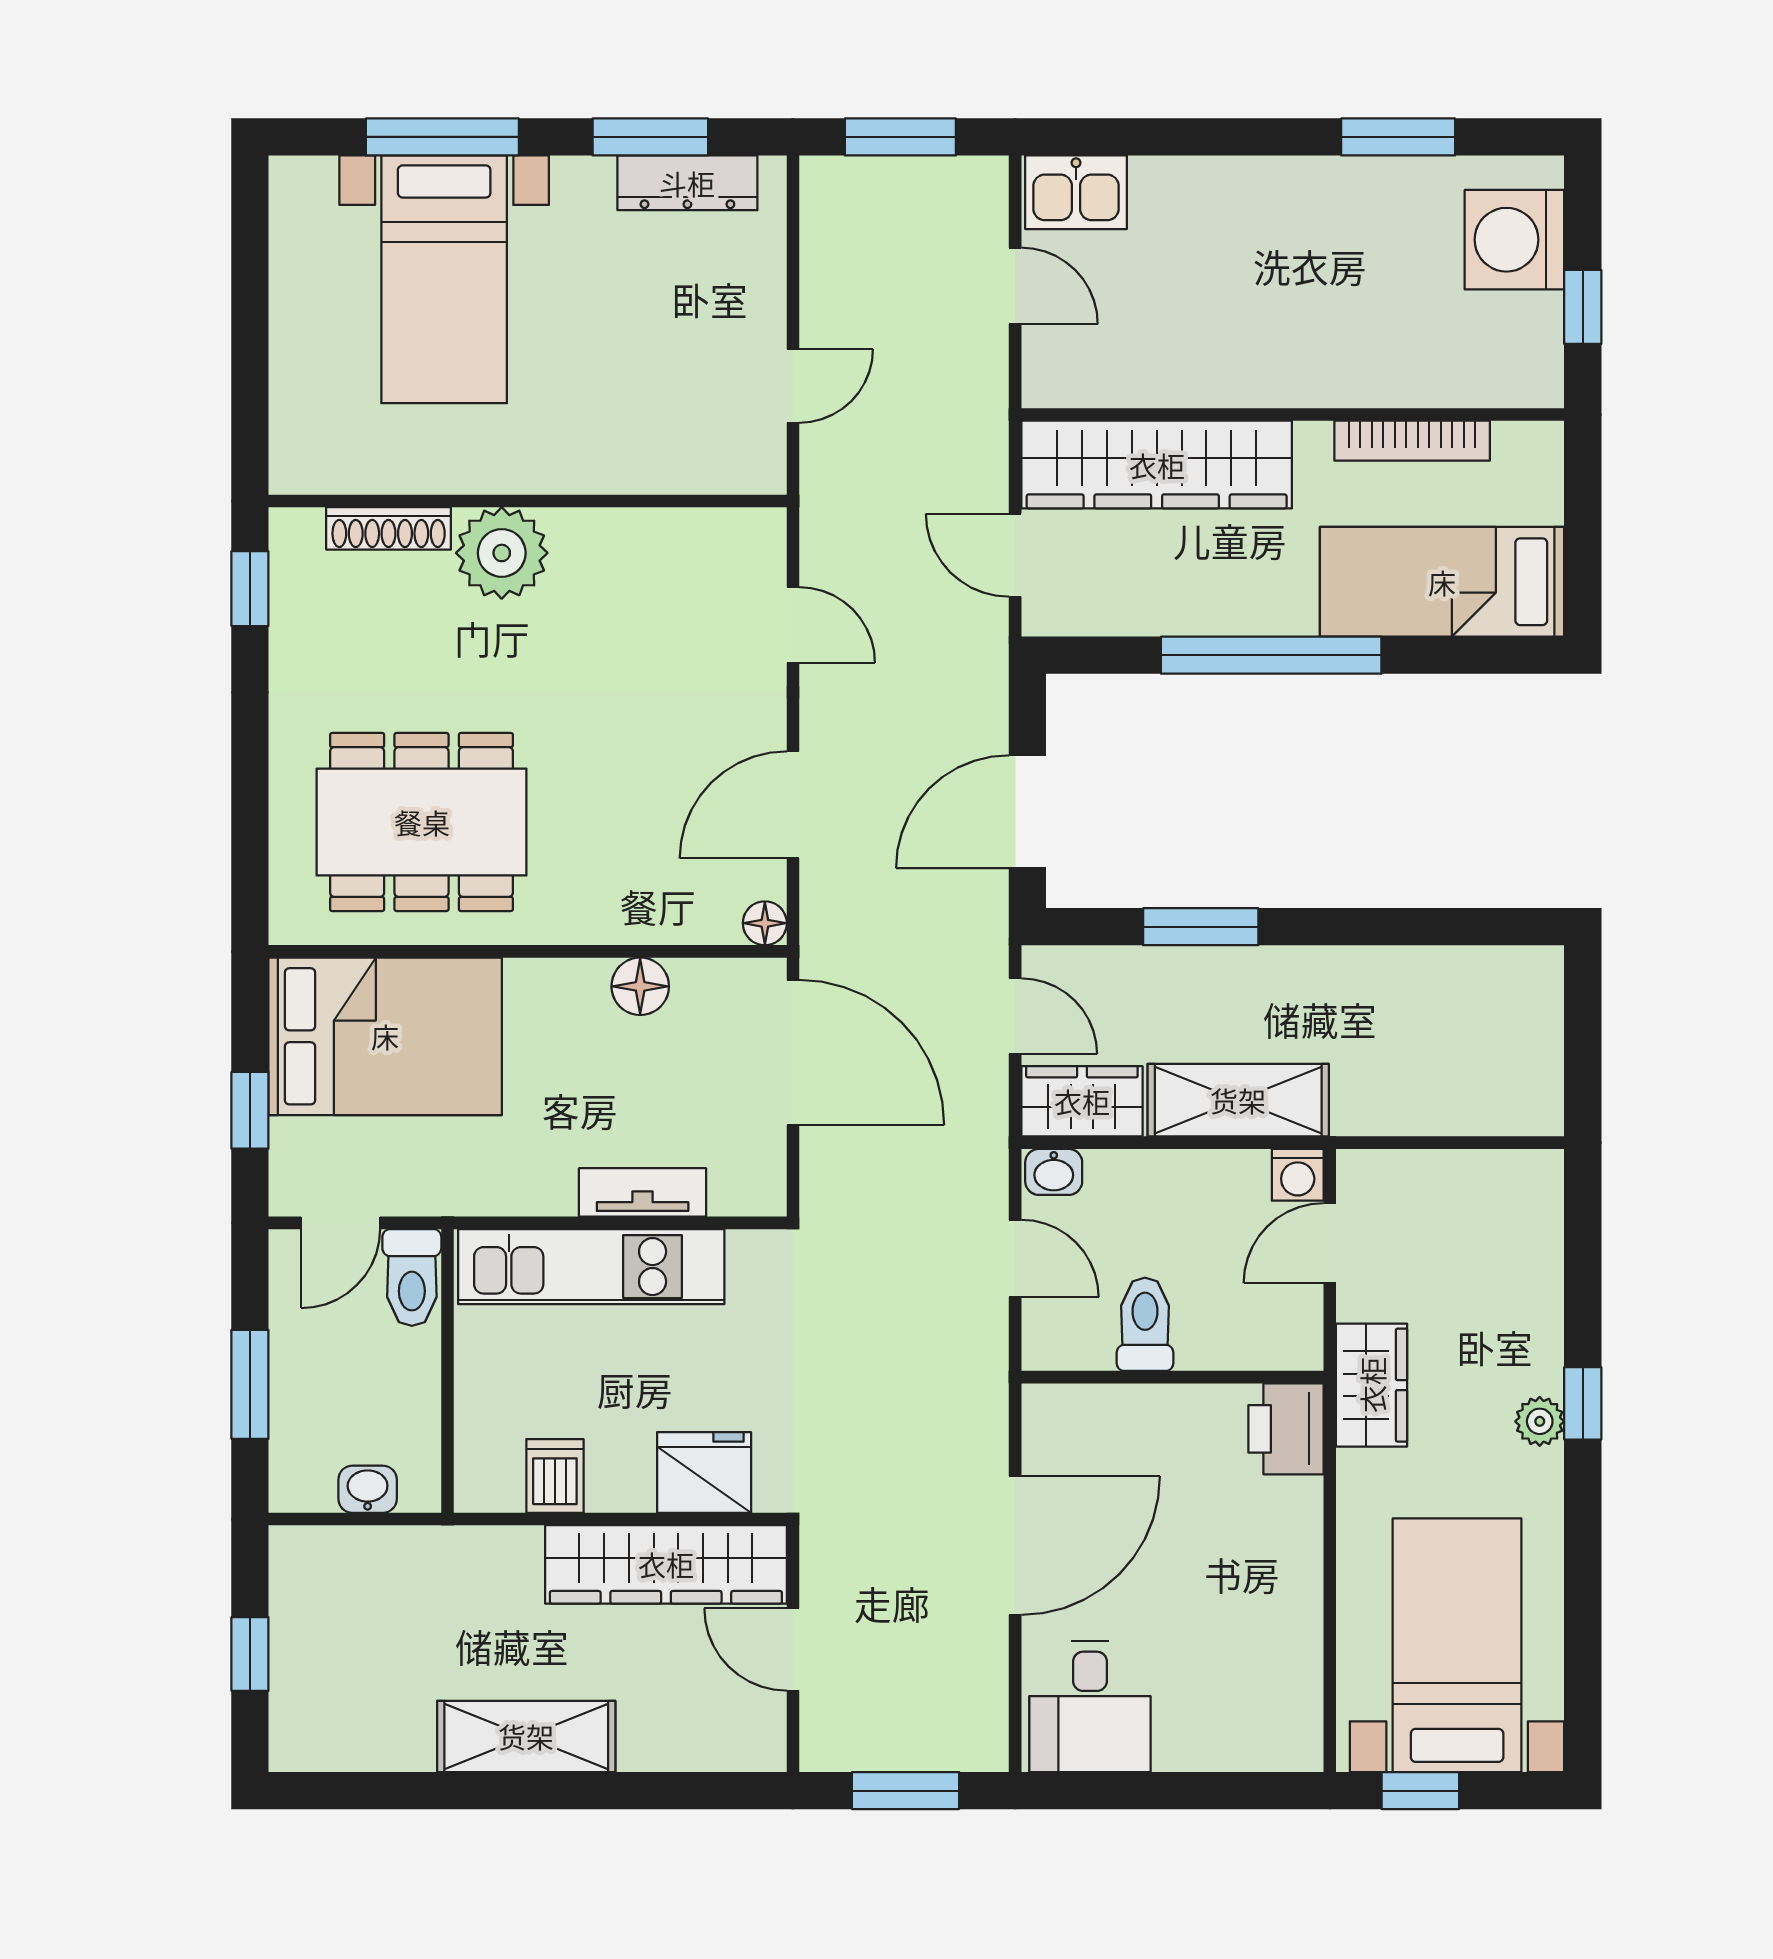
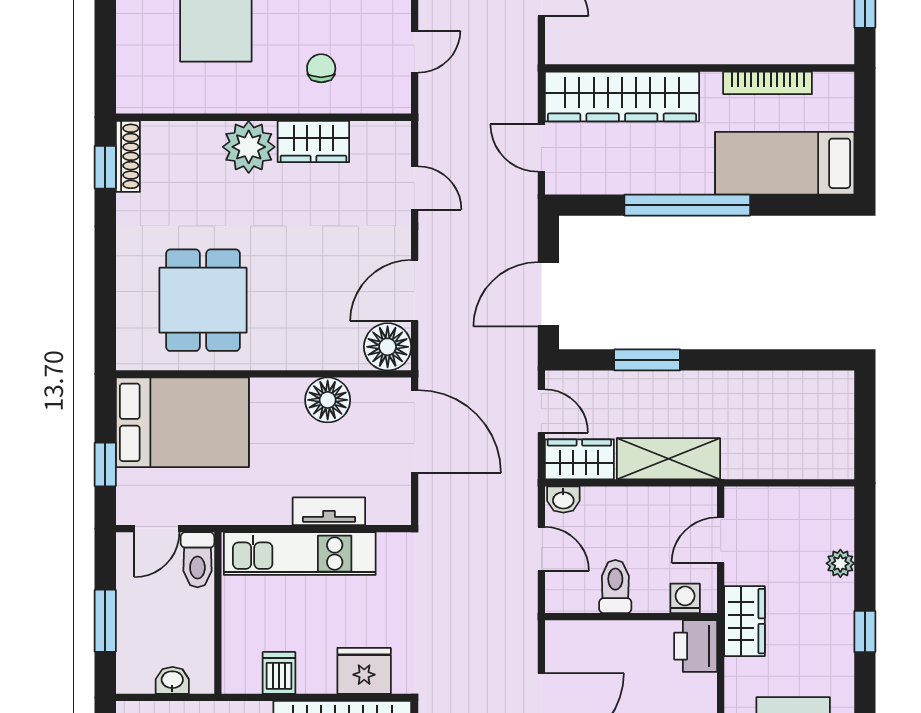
chair: (629, 415) -> (321, 68), added
shoe rack: (389, 528) -> (128, 156), moved, turned -90
wardrobe: (615, 544) -> (313, 141), added
dining table: (422, 822) -> (203, 300), width x0.73
floor lamp: (765, 923) -> (388, 347), width x1.89, depth x1.89
floor lamp: (640, 986) -> (328, 400), width x1.38, depth x1.38
washing machine: (1298, 1175) -> (685, 598), moved, turned 180
plant: (1540, 1421) -> (840, 563), moved

